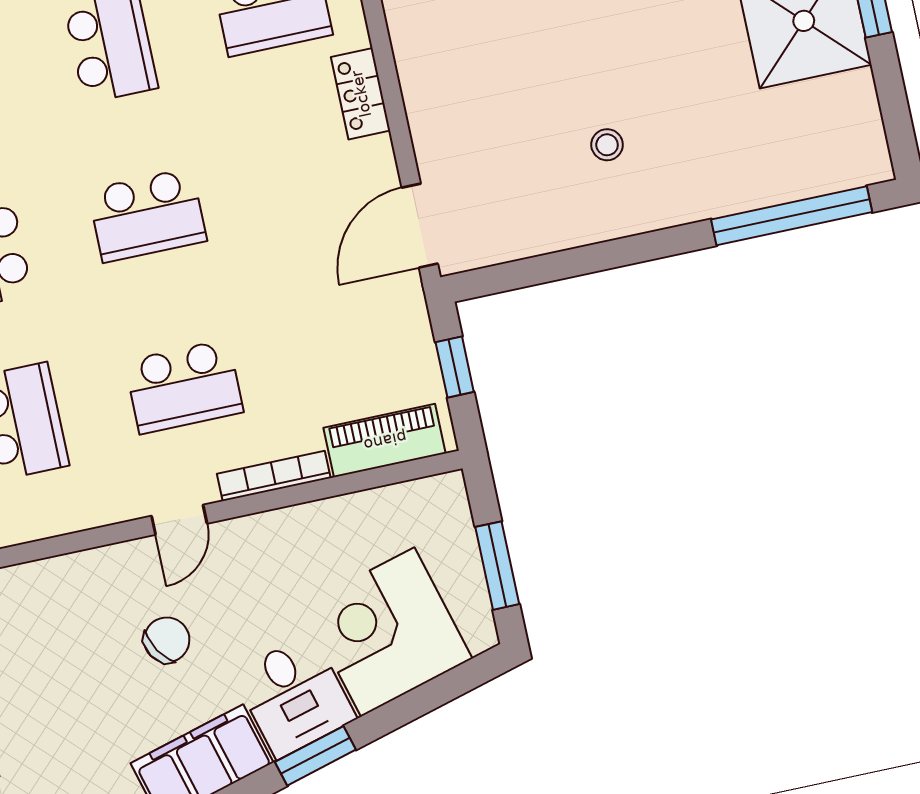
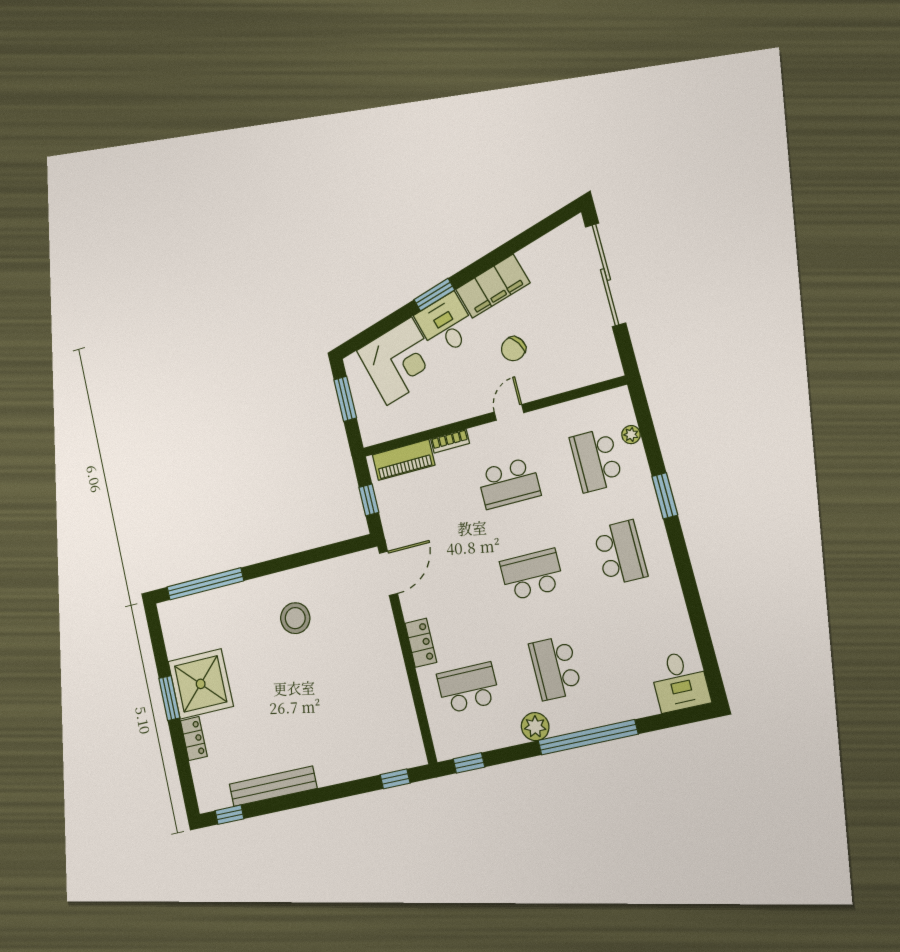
stool: (607, 145) -> (295, 618), width x1.89, depth x1.89
school desk: (184, 387) -> (509, 483), turned 180
bookcase: (274, 476) -> (450, 441), width x0.64

